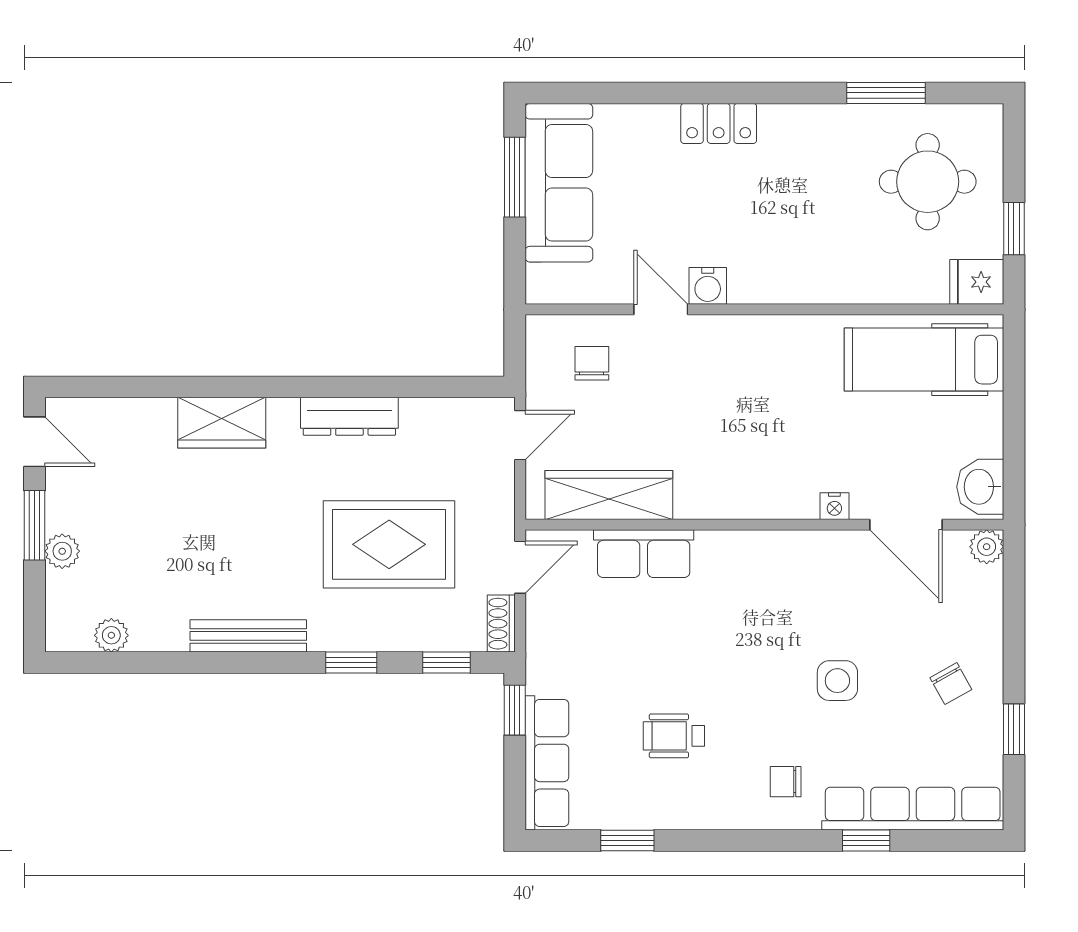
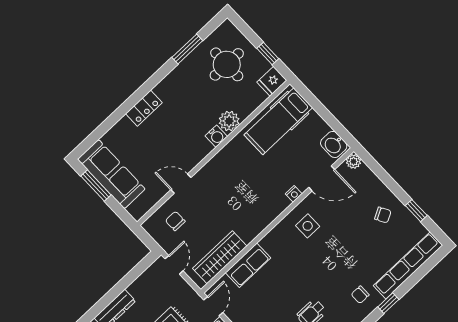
plant: (842, 281) -> (229, 121), added
water cooler: (708, 286) -> (216, 136), moved
side table: (837, 681) -> (308, 226), moved
window: (866, 841) -> (388, 303), moved

